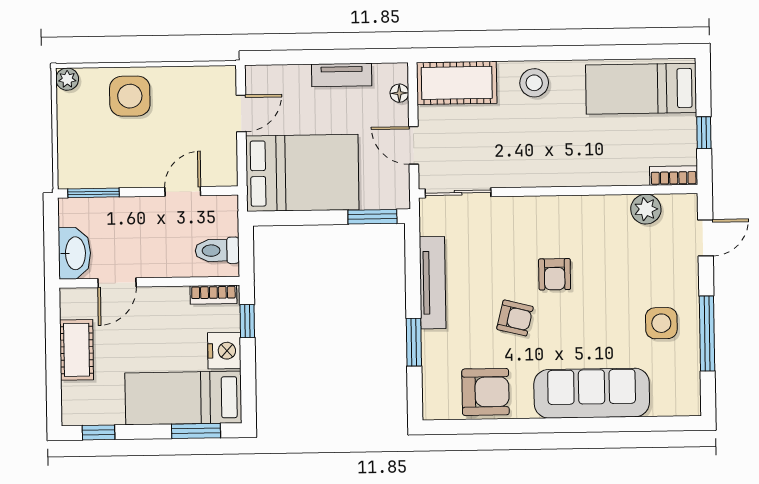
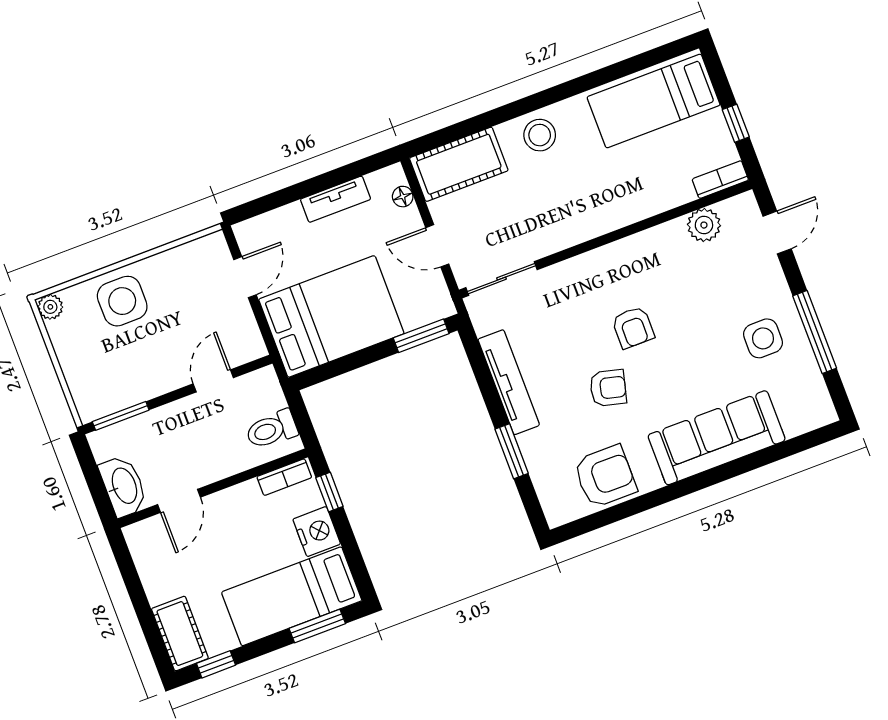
cot: (77, 350) -> (180, 634), moved

